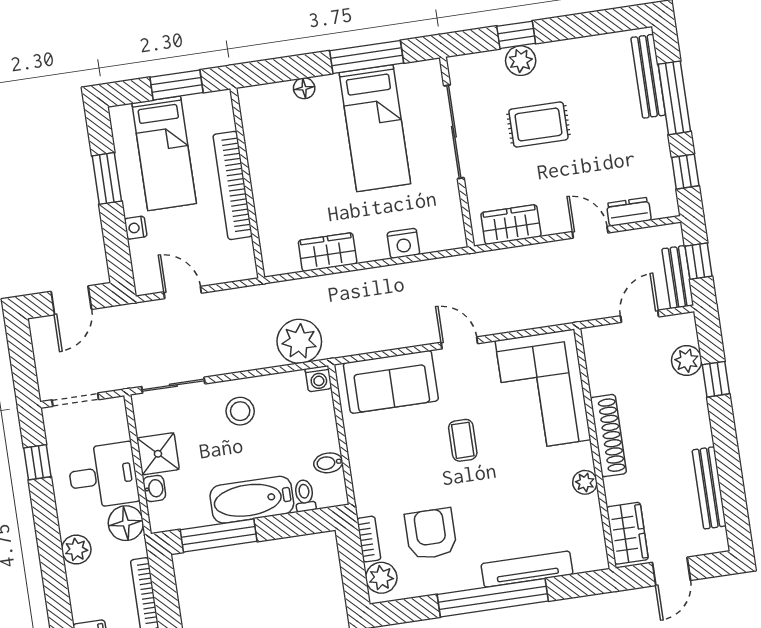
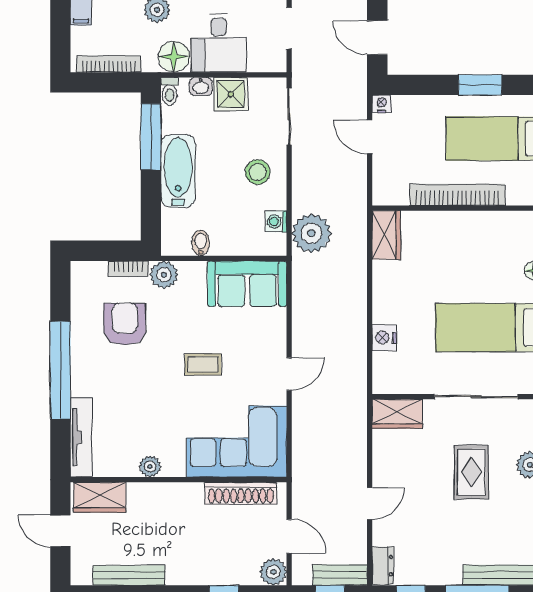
dresser: (629, 212) -> (383, 566), moved
wardrobe: (511, 225) -> (397, 414), moved, turned 90
nightstand: (136, 228) -> (382, 104), moved
wardrobe: (328, 252) -> (386, 235), moved
bench: (678, 277) -> (340, 575), moved
door: (183, 292) -> (370, 137), swing flipped
plant: (687, 360) -> (273, 572), moved
washing machine: (318, 379) -> (276, 221), moved
sofa: (391, 382) -> (247, 284), moved, turned -90
shoe rack: (608, 436) -> (241, 493), moved
toilet: (305, 496) -> (169, 91), moved, turned 90
armchair: (431, 534) -> (125, 324), turned -90
tv unit: (527, 569) -> (81, 437), moved
plant: (381, 578) -> (164, 275), moved

